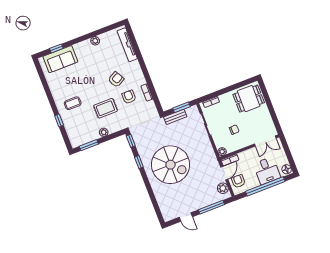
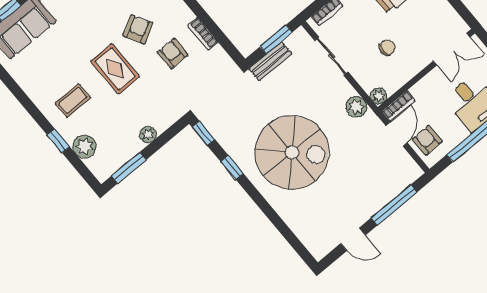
rug: (105, 108) -> (115, 69), moved, turned 90
plant: (71, 128) -> (84, 146), added
plant: (223, 188) -> (356, 107), moved

